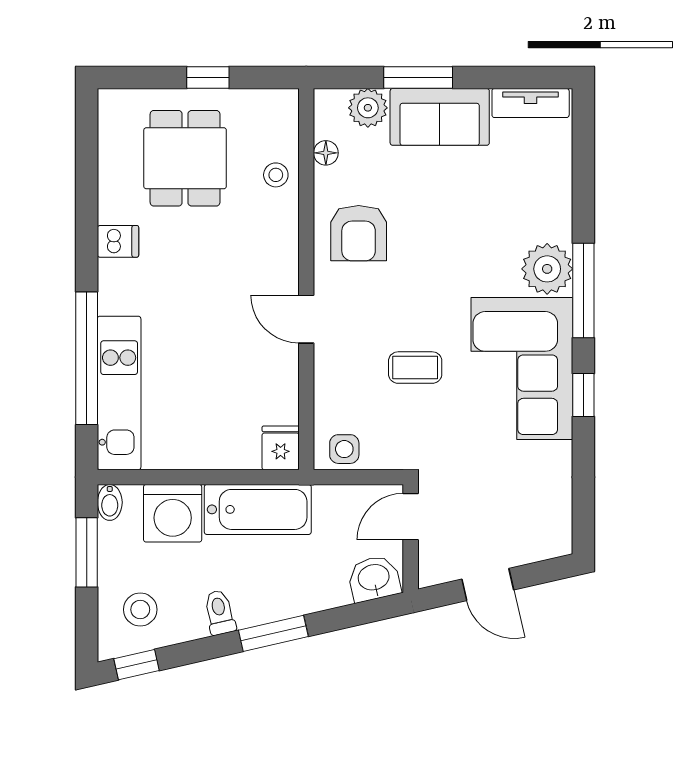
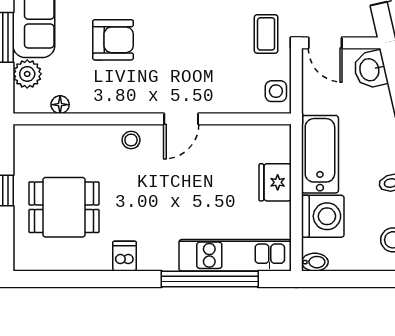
stool: (276, 175) -> (131, 140), moved
armchair: (359, 233) -> (113, 40), moved
coffee table: (415, 368) -> (266, 34), moved
fridge: (281, 448) -> (275, 182), moved, width x1.38
window: (87, 552) -> (351, 279), removed

